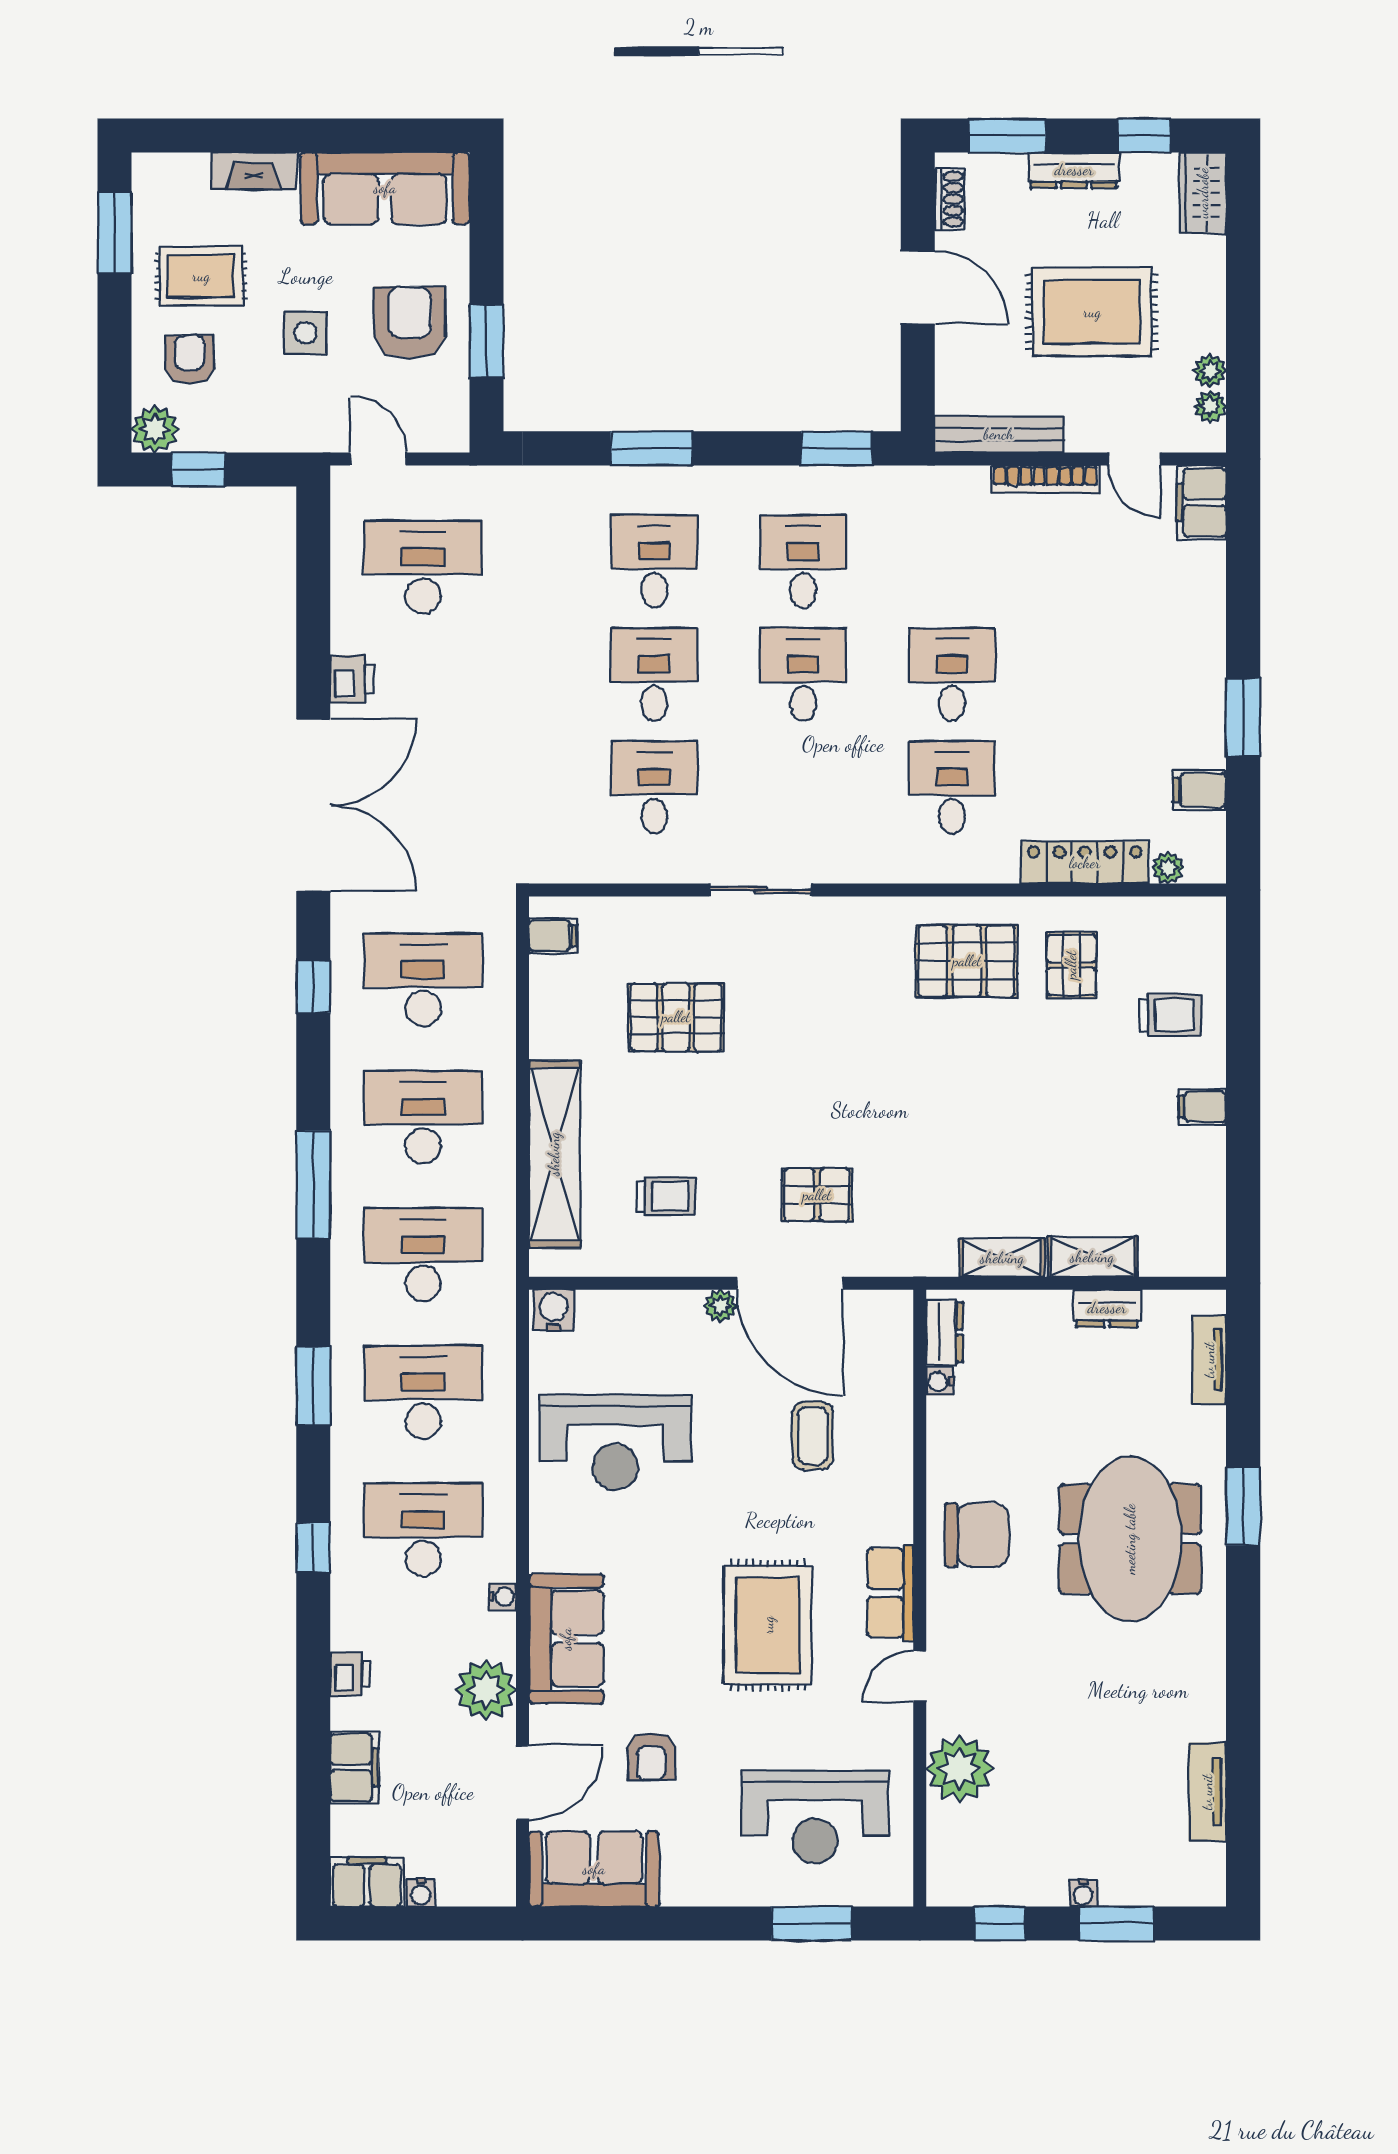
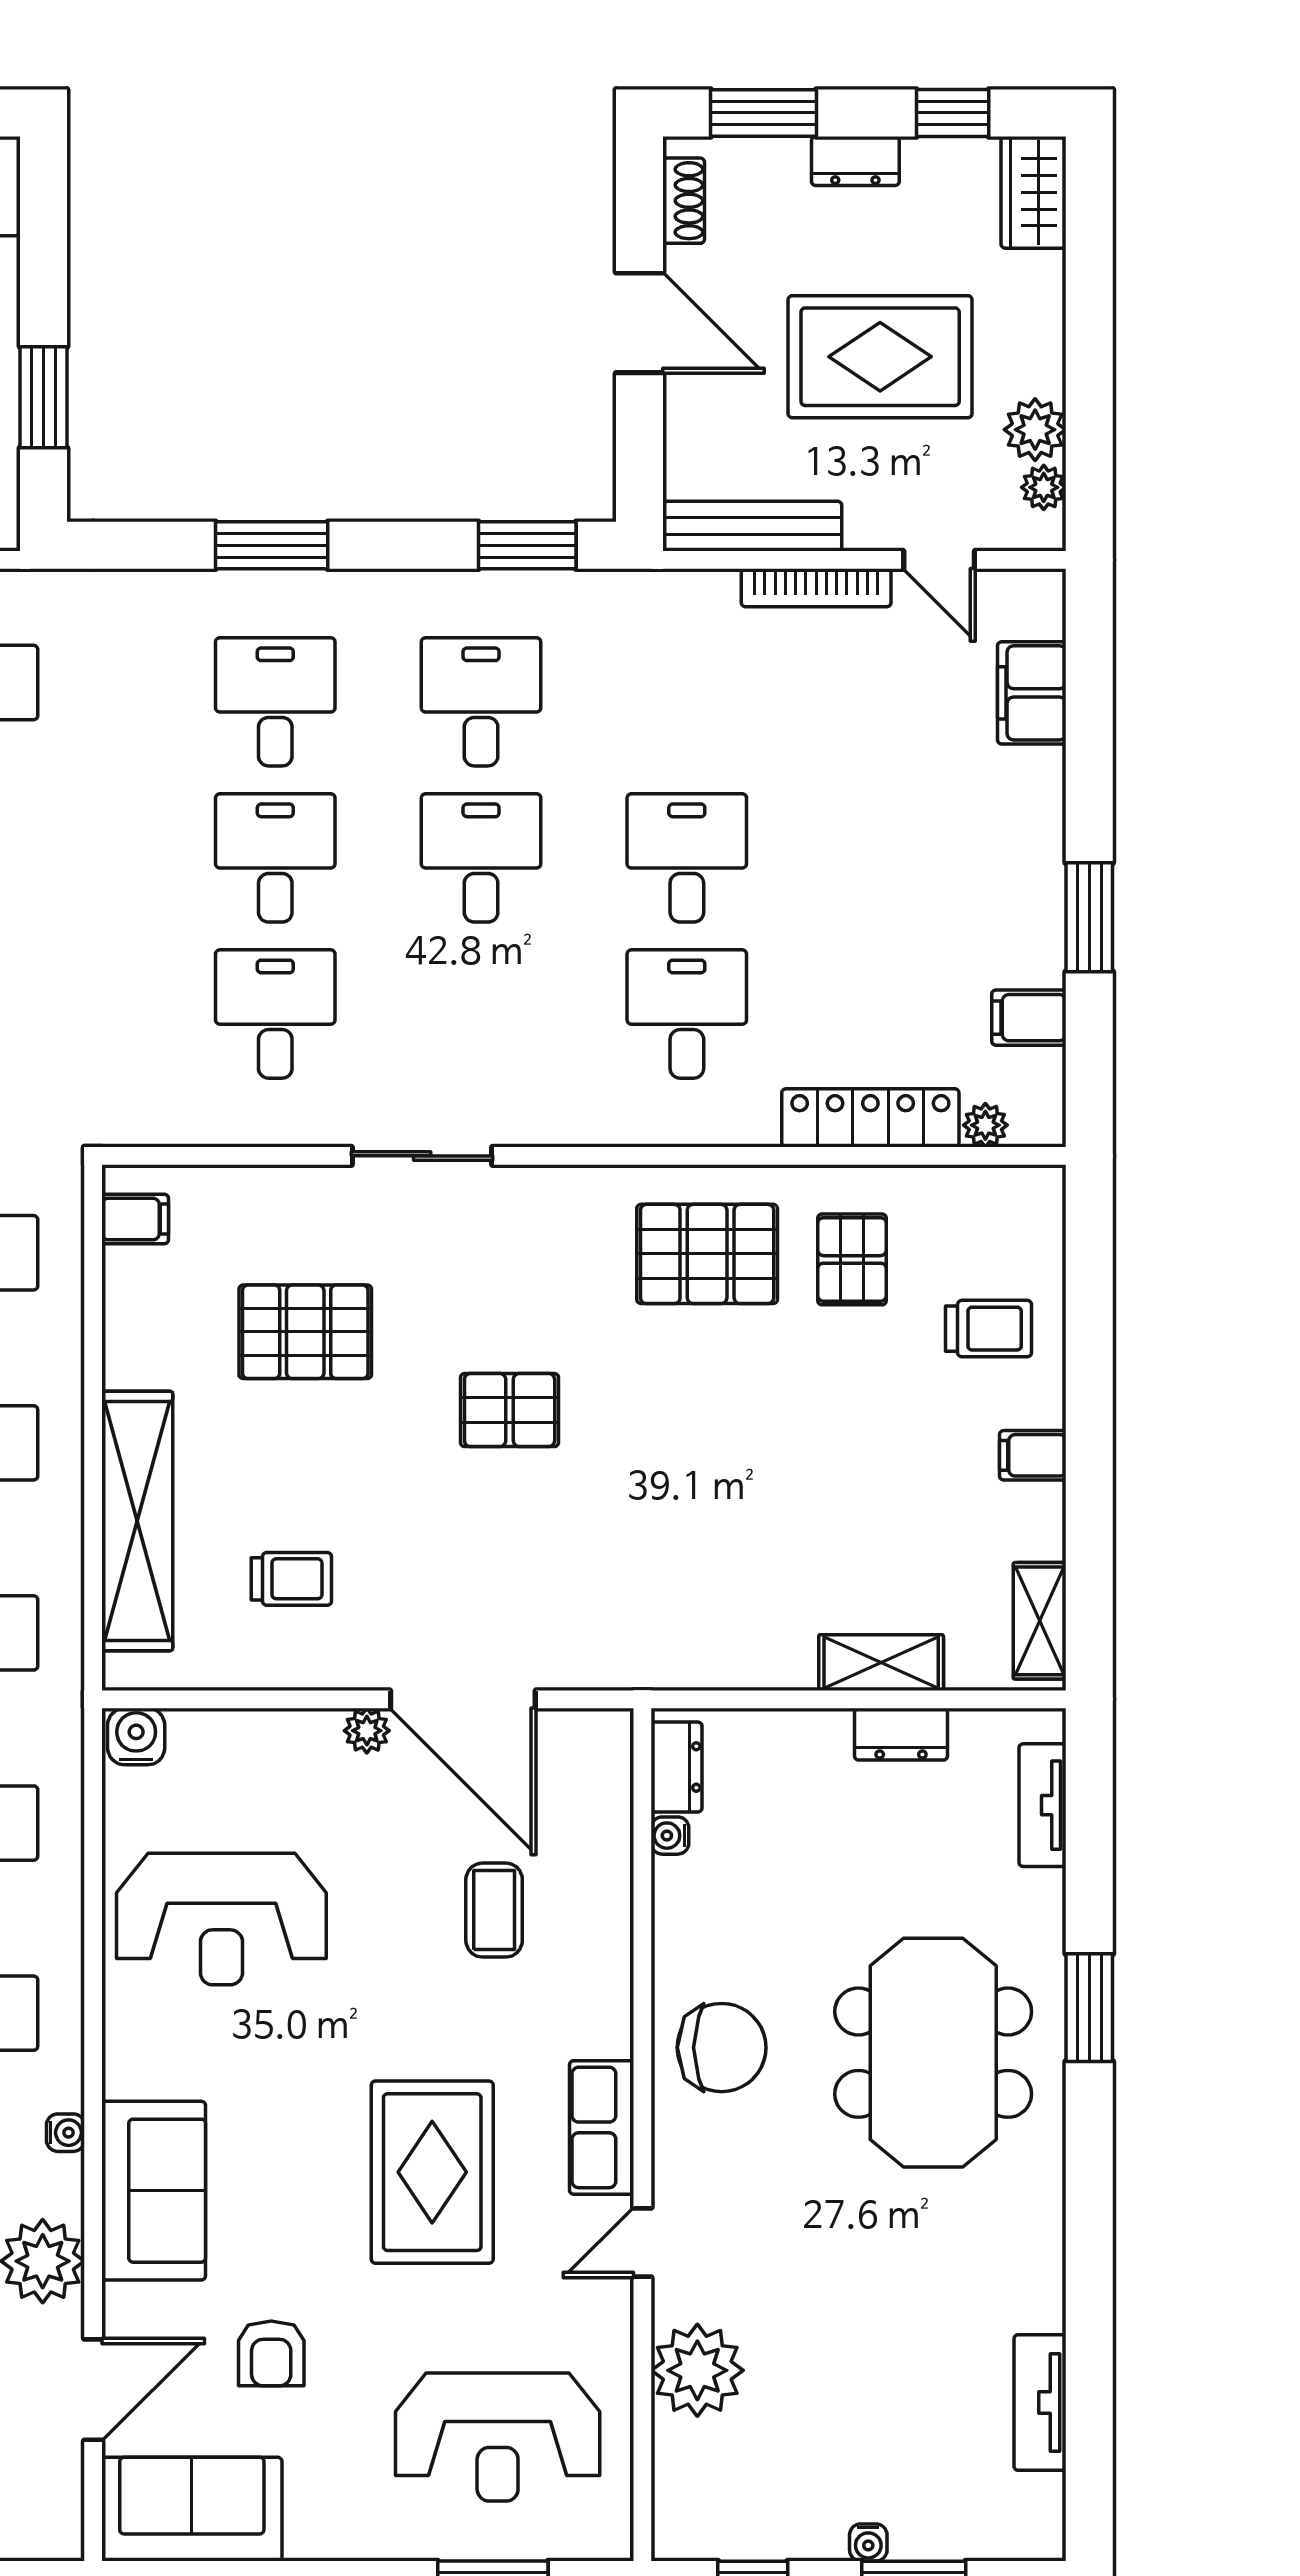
dresser: (1074, 170) -> (855, 161), width x0.70
plant: (1210, 371) -> (1035, 430), width x1.38, depth x1.38
filing cabinet: (1202, 502) -> (1032, 693), moved
pallet: (817, 1195) -> (510, 1410), moved
shelving: (1002, 1258) -> (1040, 1621), moved, turned 90

